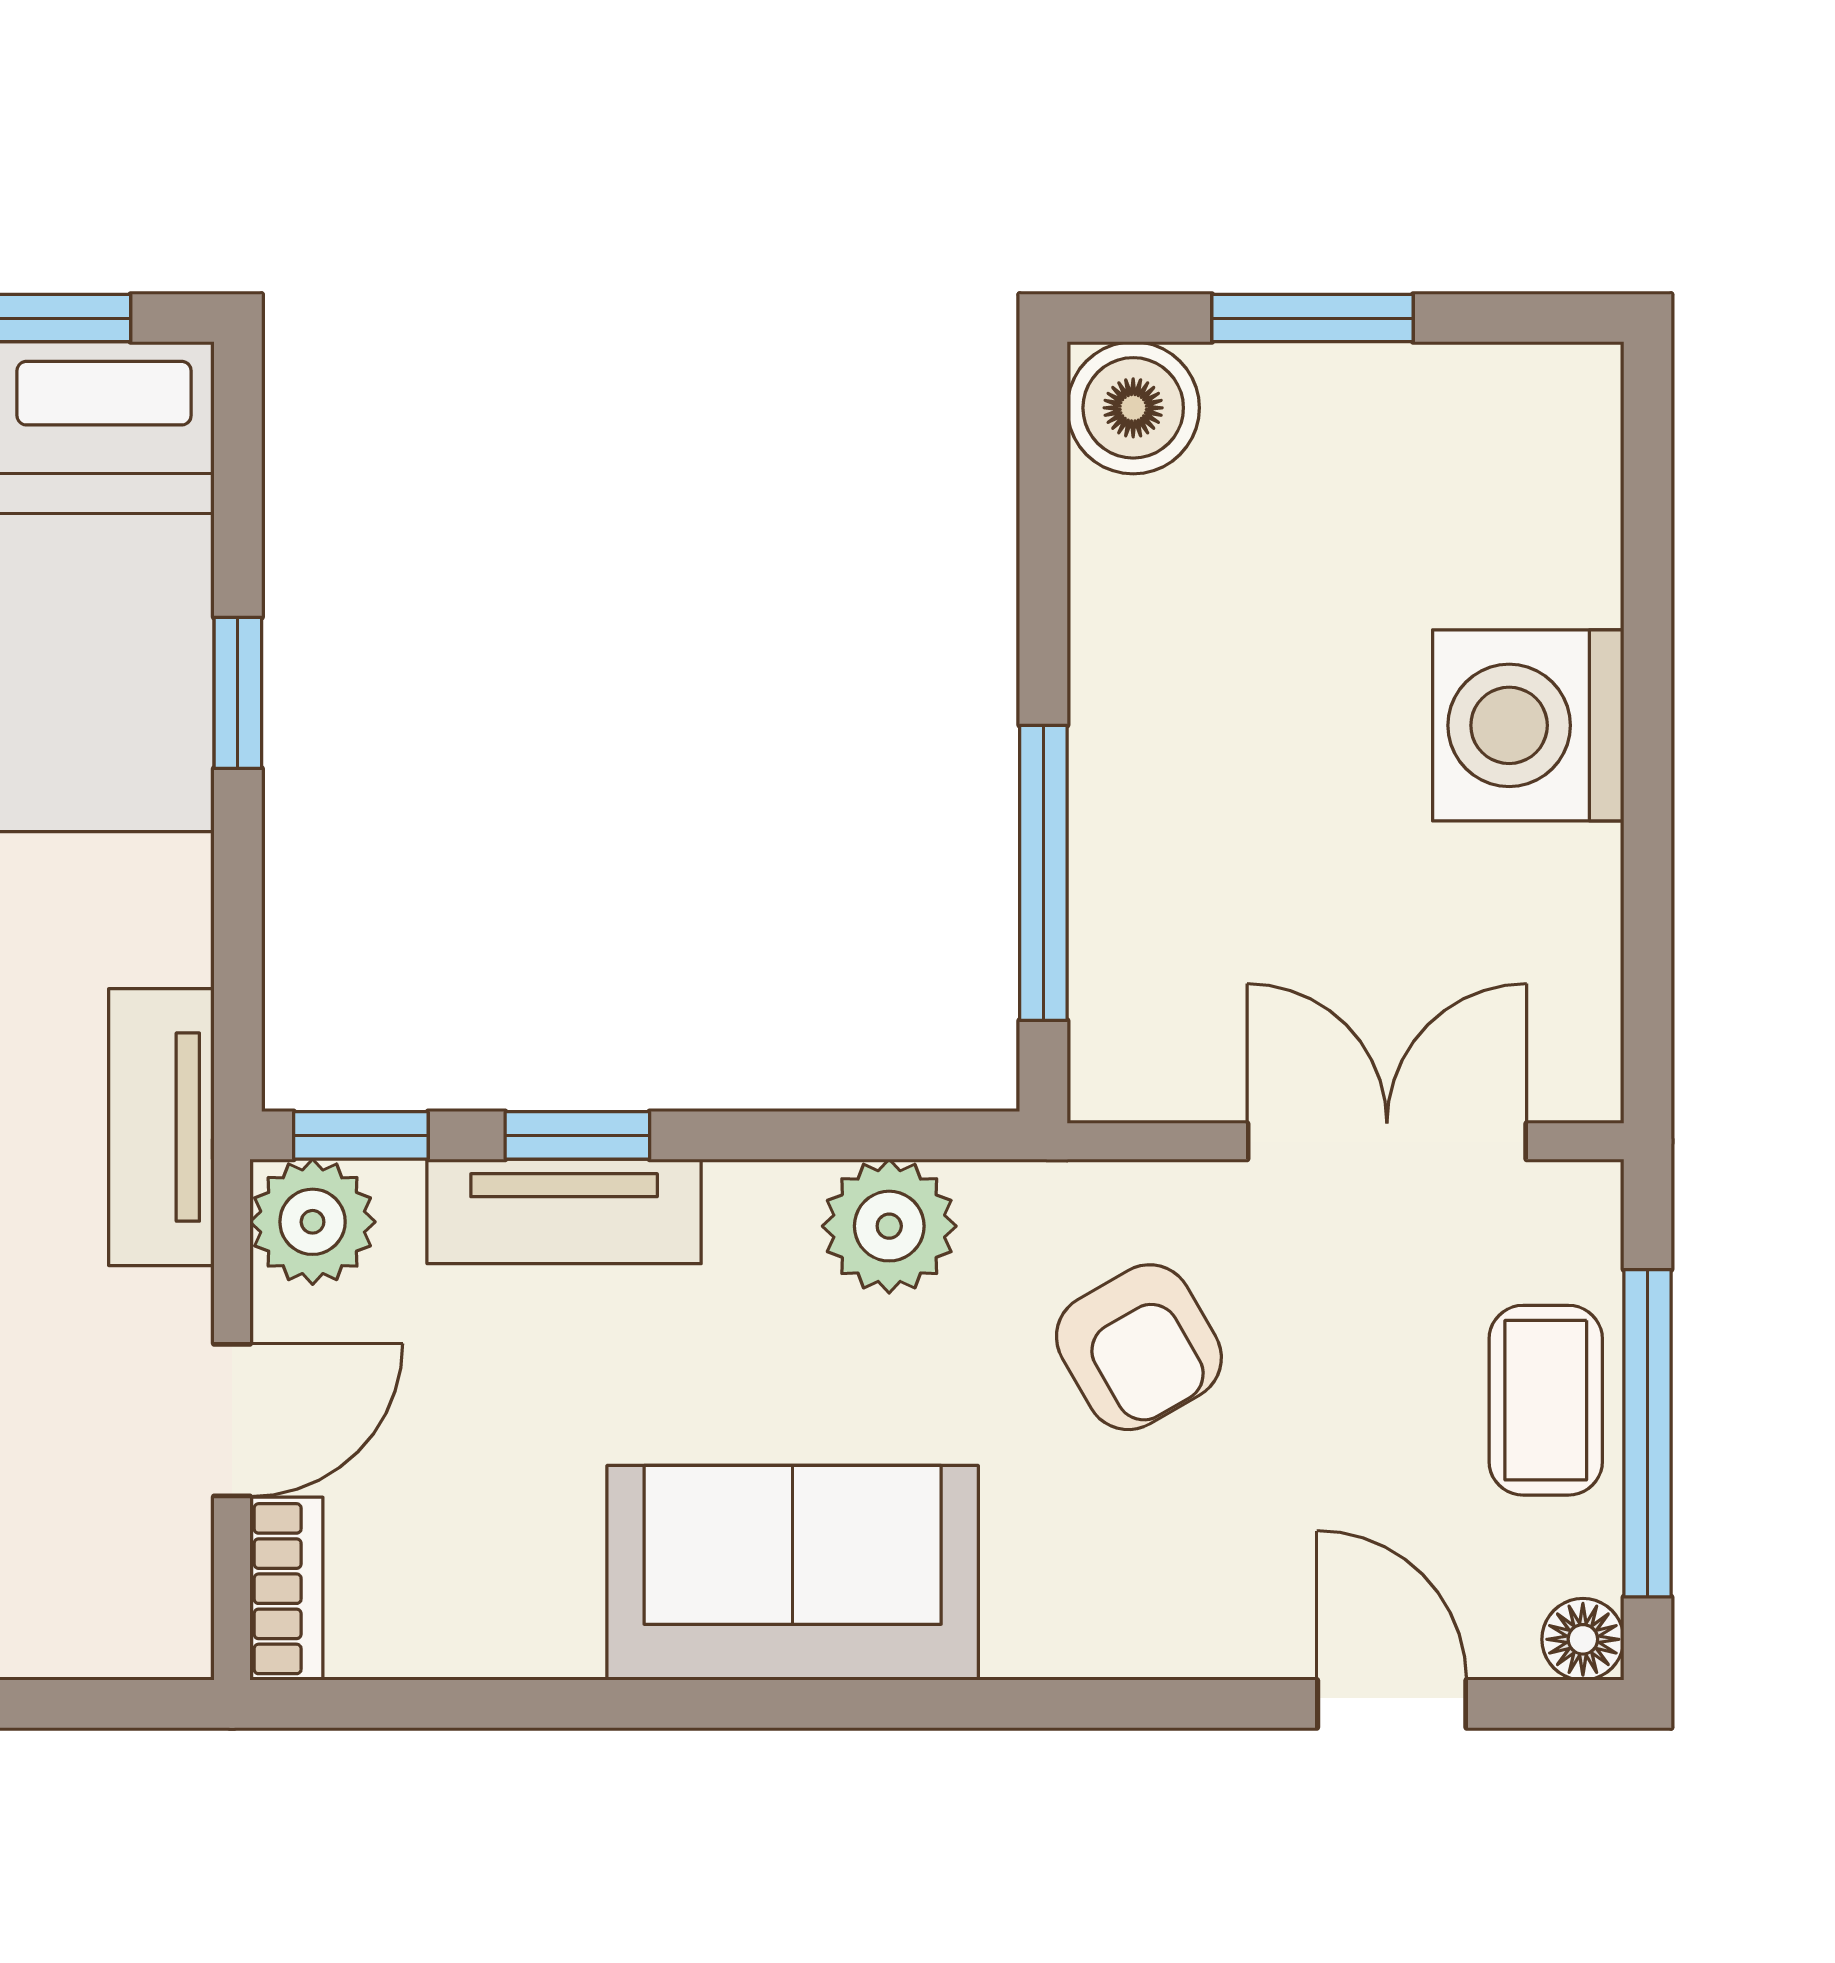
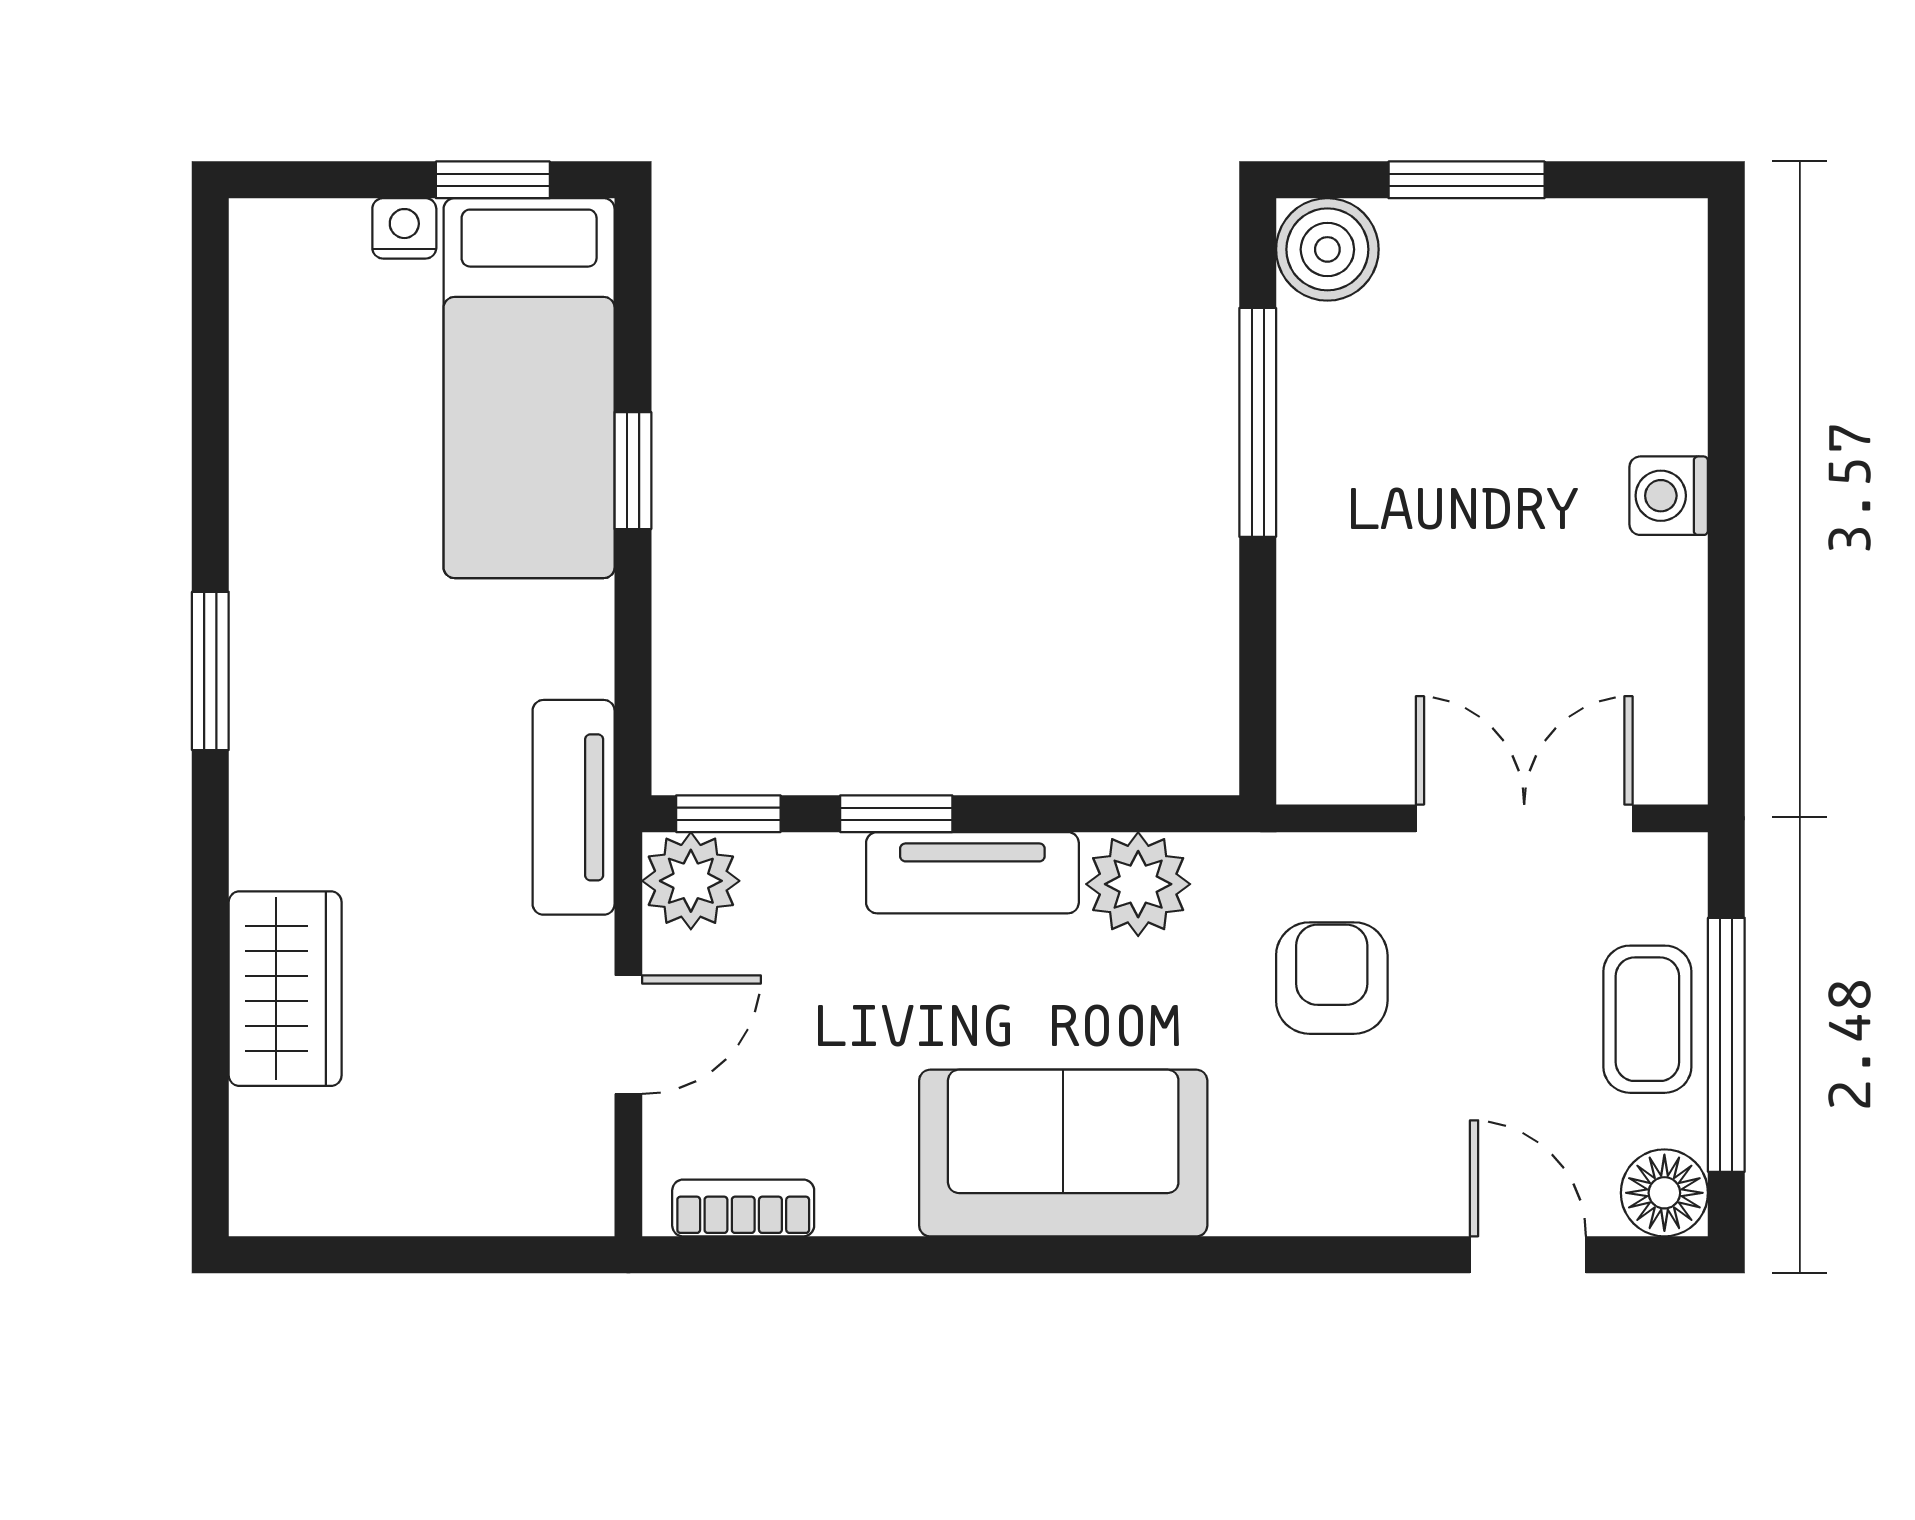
washing machine: (1528, 725) -> (1669, 496), width x0.53, depth x0.53
window: (1043, 873) -> (1258, 422), moved
tv unit: (564, 1211) -> (972, 873), moved
armchair: (1139, 1347) -> (1332, 978), turned -150
bookcase: (286, 1589) -> (743, 1208), moved, turned -90
floor lamp: (1583, 1639) -> (1664, 1193), width x1.37, depth x1.37

